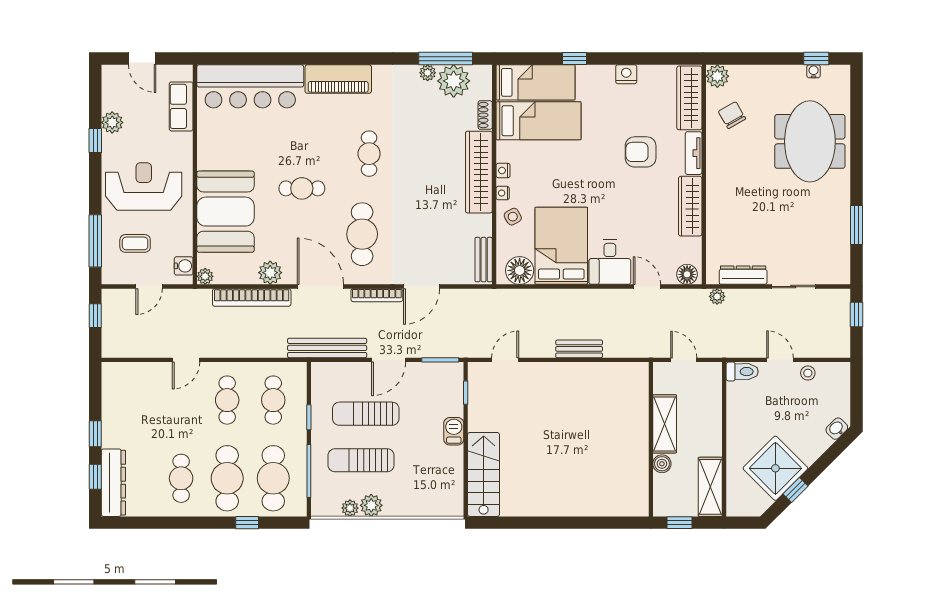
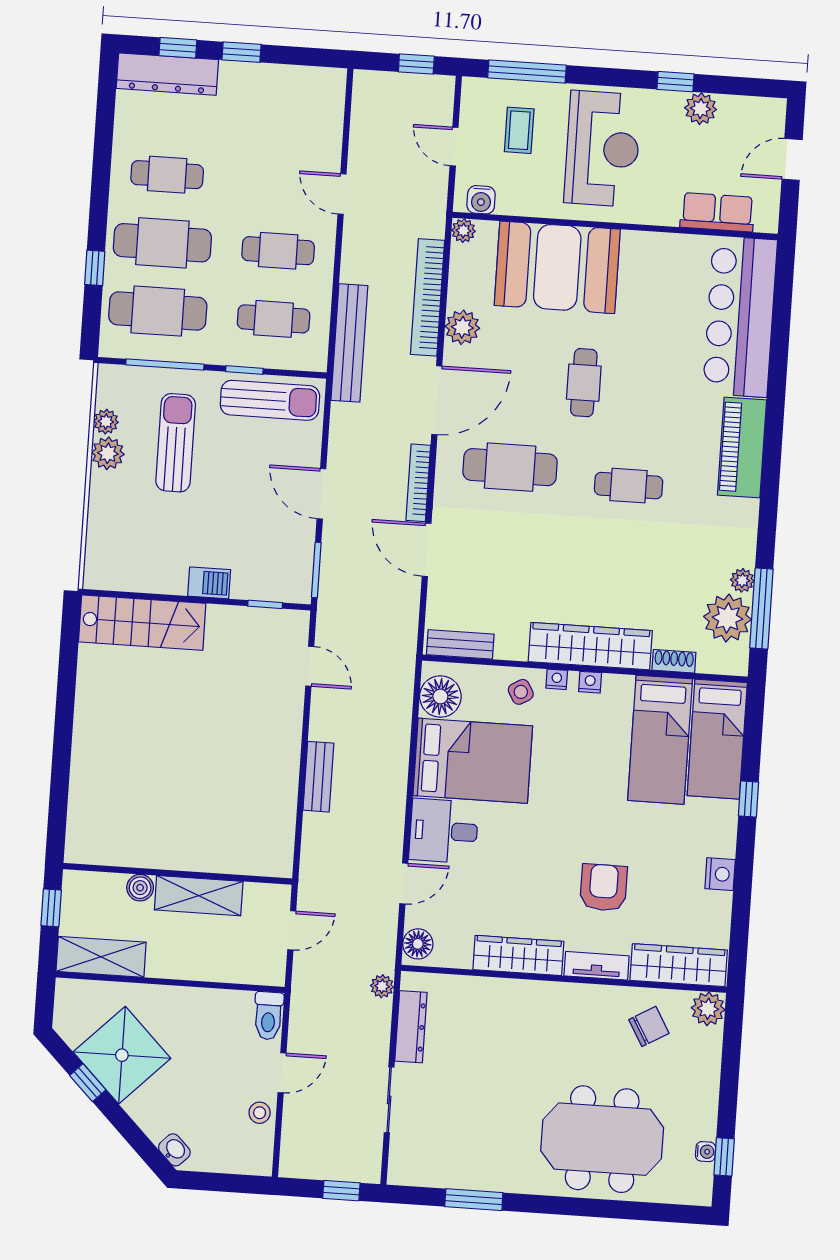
bench: (327, 348) -> (349, 343), moved
sun lounger: (366, 414) -> (270, 400), moved, turned 90

